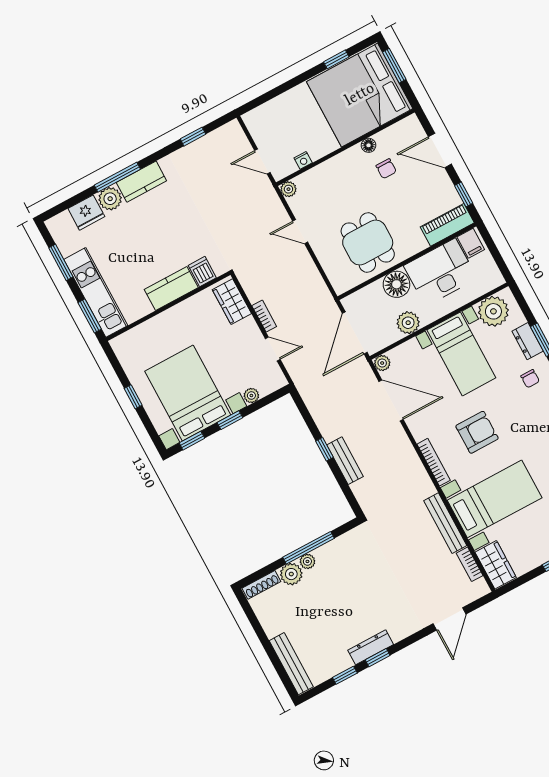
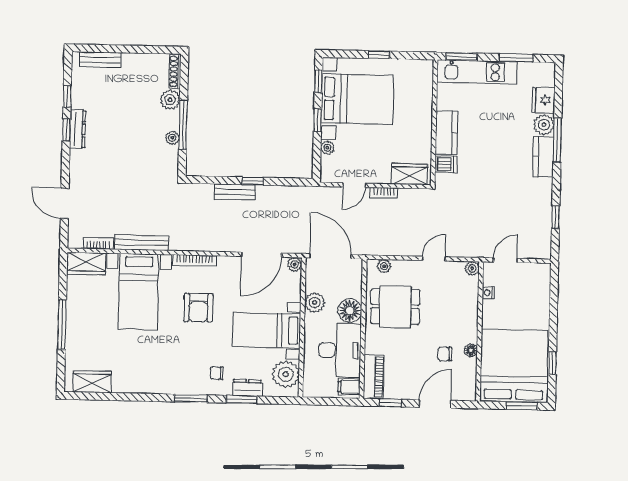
plant: (335, 276) -> (384, 266), added
plant: (307, 561) -> (172, 138), moved
bench: (291, 664) -> (100, 60), width x0.73

